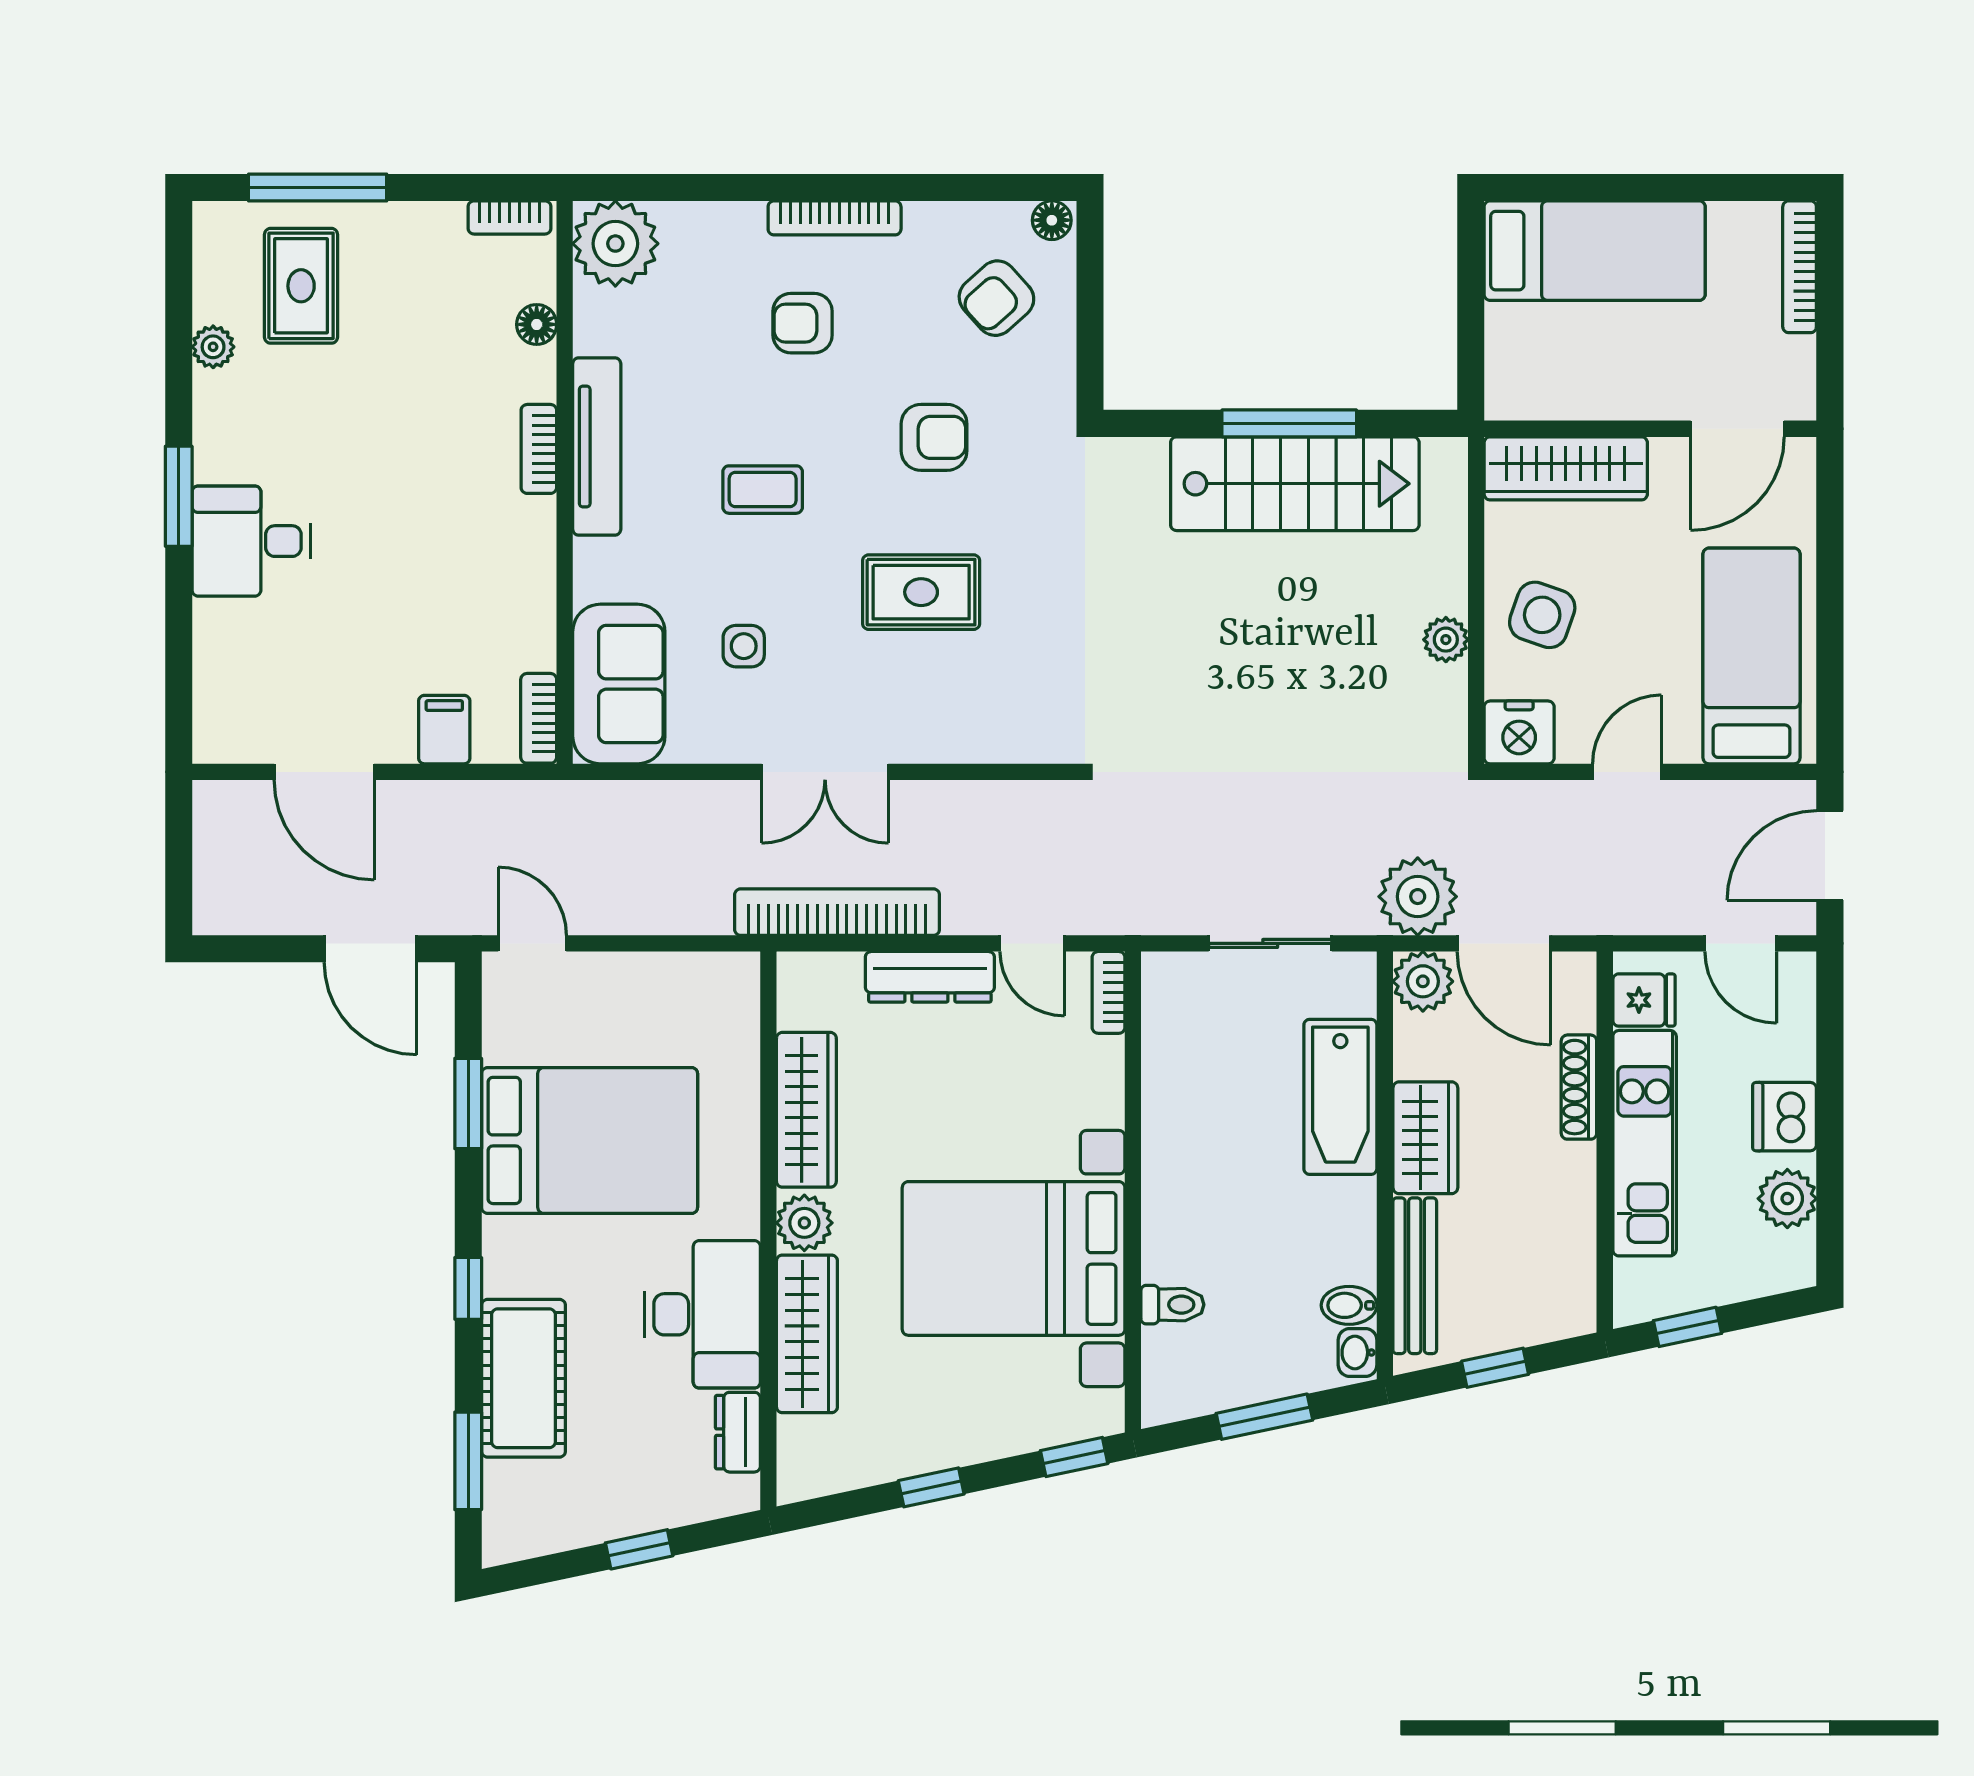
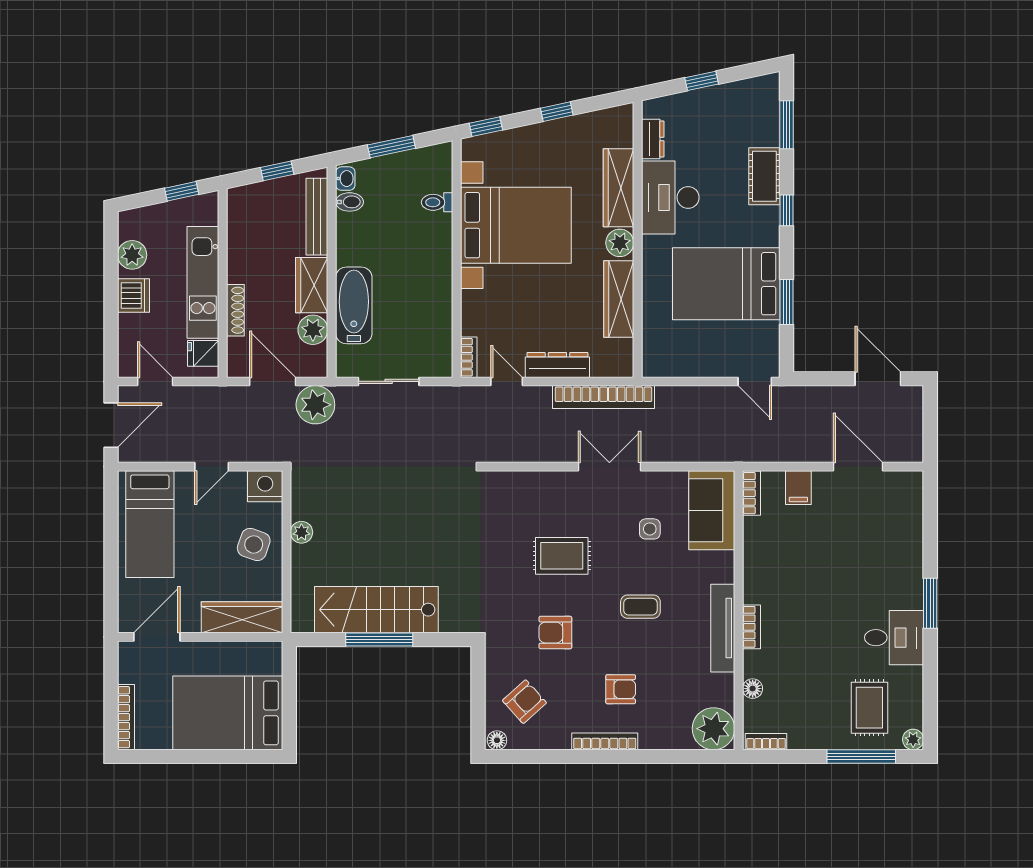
bed: (1595, 251) -> (228, 713), width x1.50
plant: (213, 347) -> (913, 739), moved
desk: (251, 541) -> (894, 638), moved
door: (370, 949) -> (878, 379), moved
plant: (1423, 981) -> (313, 330), moved
cot: (524, 1378) -> (764, 176), width x0.73, depth x0.75

